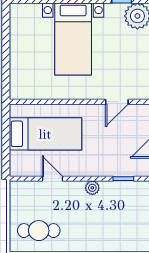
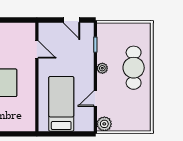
plant: (19, 190) -> (104, 124), added
cafe table: (39, 231) -> (134, 68), moved, width x1.37, depth x1.35

